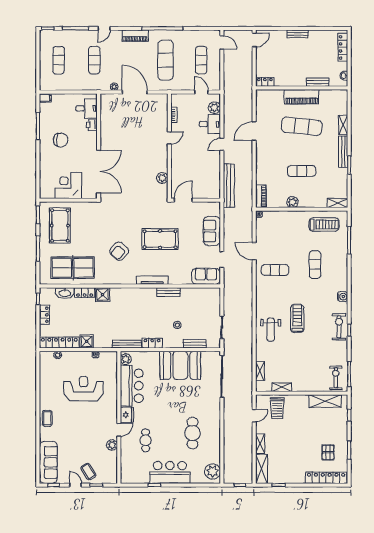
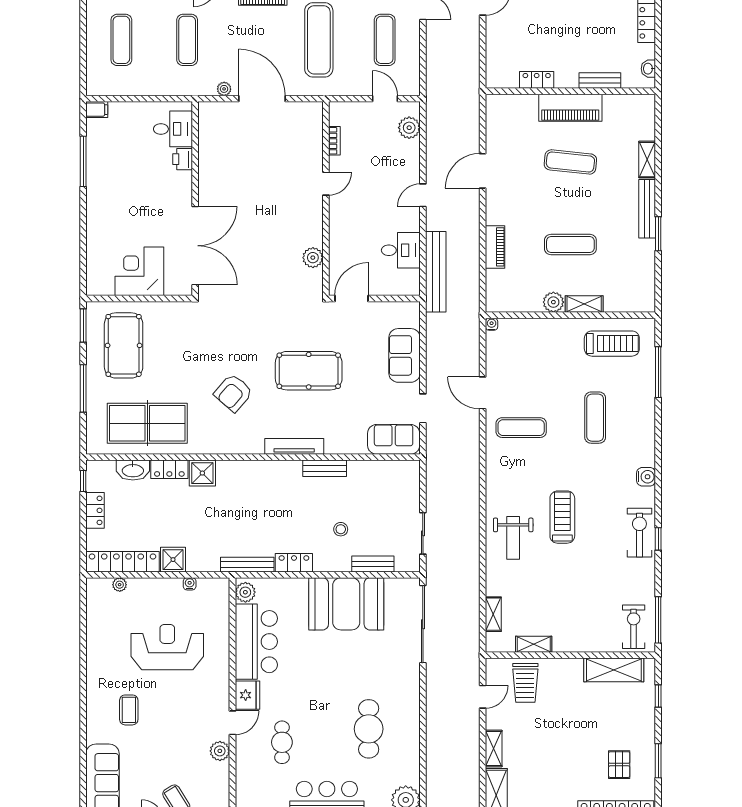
locker: (265, 82) -> (537, 80), moved
desk: (210, 124) -> (401, 250), moved
exercise mat: (302, 126) -> (570, 162), width x0.73, depth x0.69
chair: (61, 140) -> (125, 187), removed
piano: (261, 196) -> (495, 247), moved
shelving: (337, 203) -> (584, 304), moved
coffee table: (47, 418) -> (129, 710), moved

